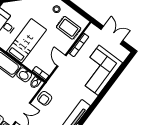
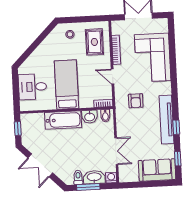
rug: (69, 28) -> (94, 42), turned 90
armchair: (45, 98) -> (136, 101), moved

